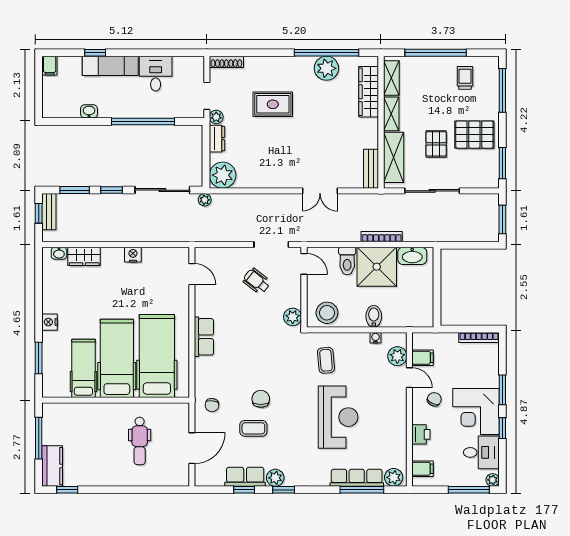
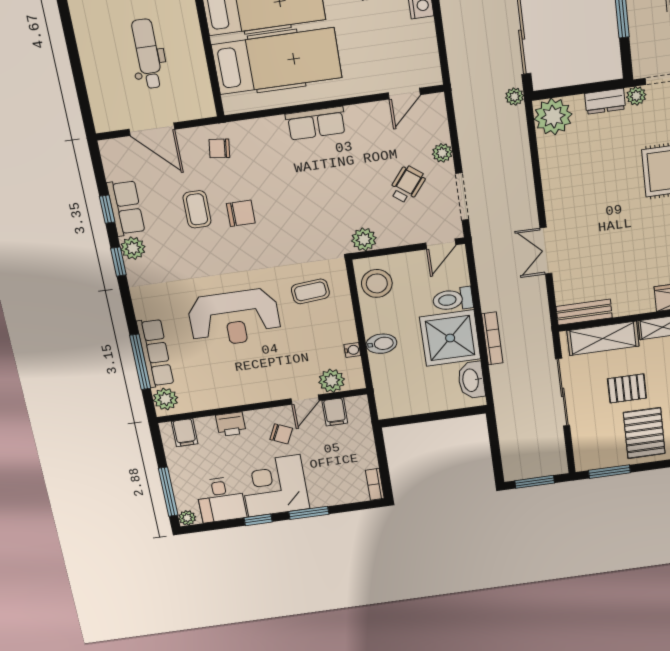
plant: (237, 254) -> (442, 153), added
bookcase: (479, 338) -> (375, 484), width x0.64
dental chair: (140, 441) -> (147, 54), turned 90

